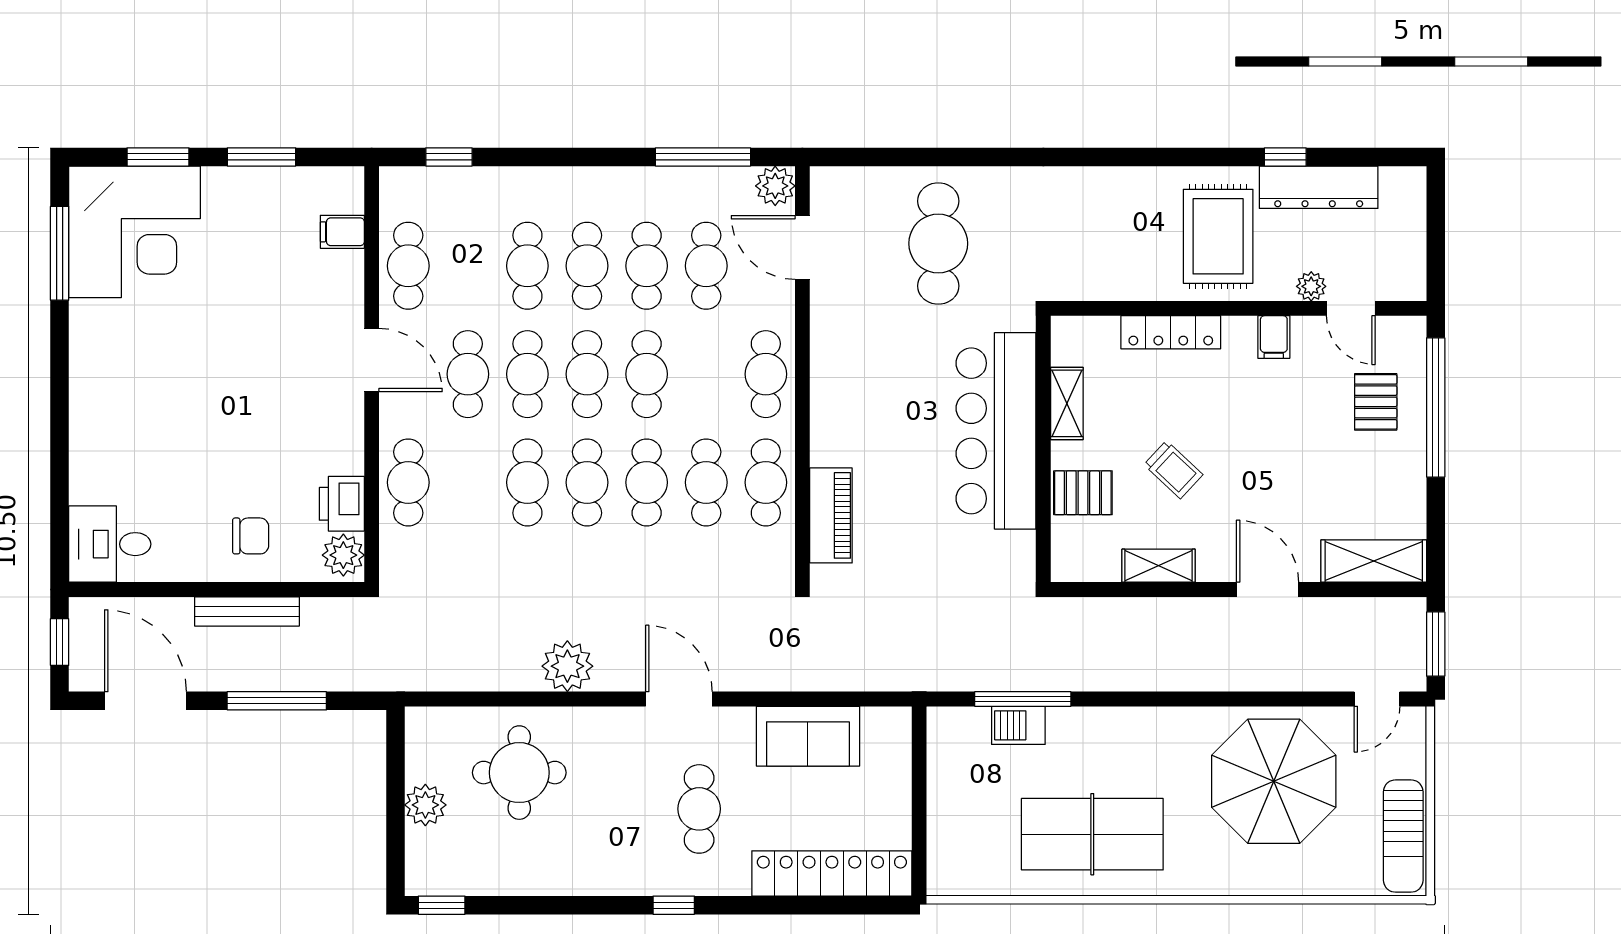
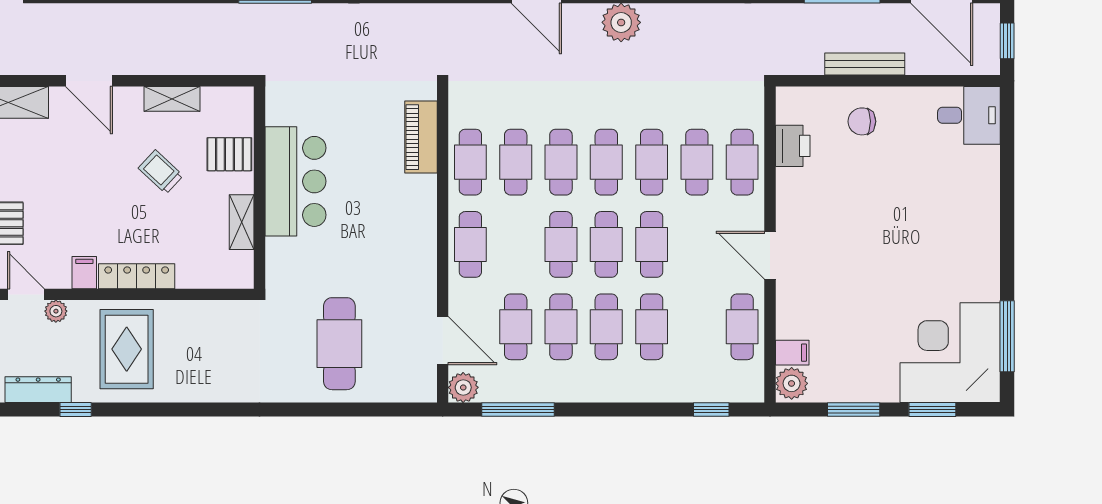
dresser: (1319, 187) -> (38, 390), width x0.73, depth x0.80
locker: (1171, 332) -> (137, 276), moved
cafe table: (468, 374) -> (697, 162), moved
bar counter: (996, 431) -> (295, 181), width x0.73
plant: (343, 555) -> (792, 383), moved

